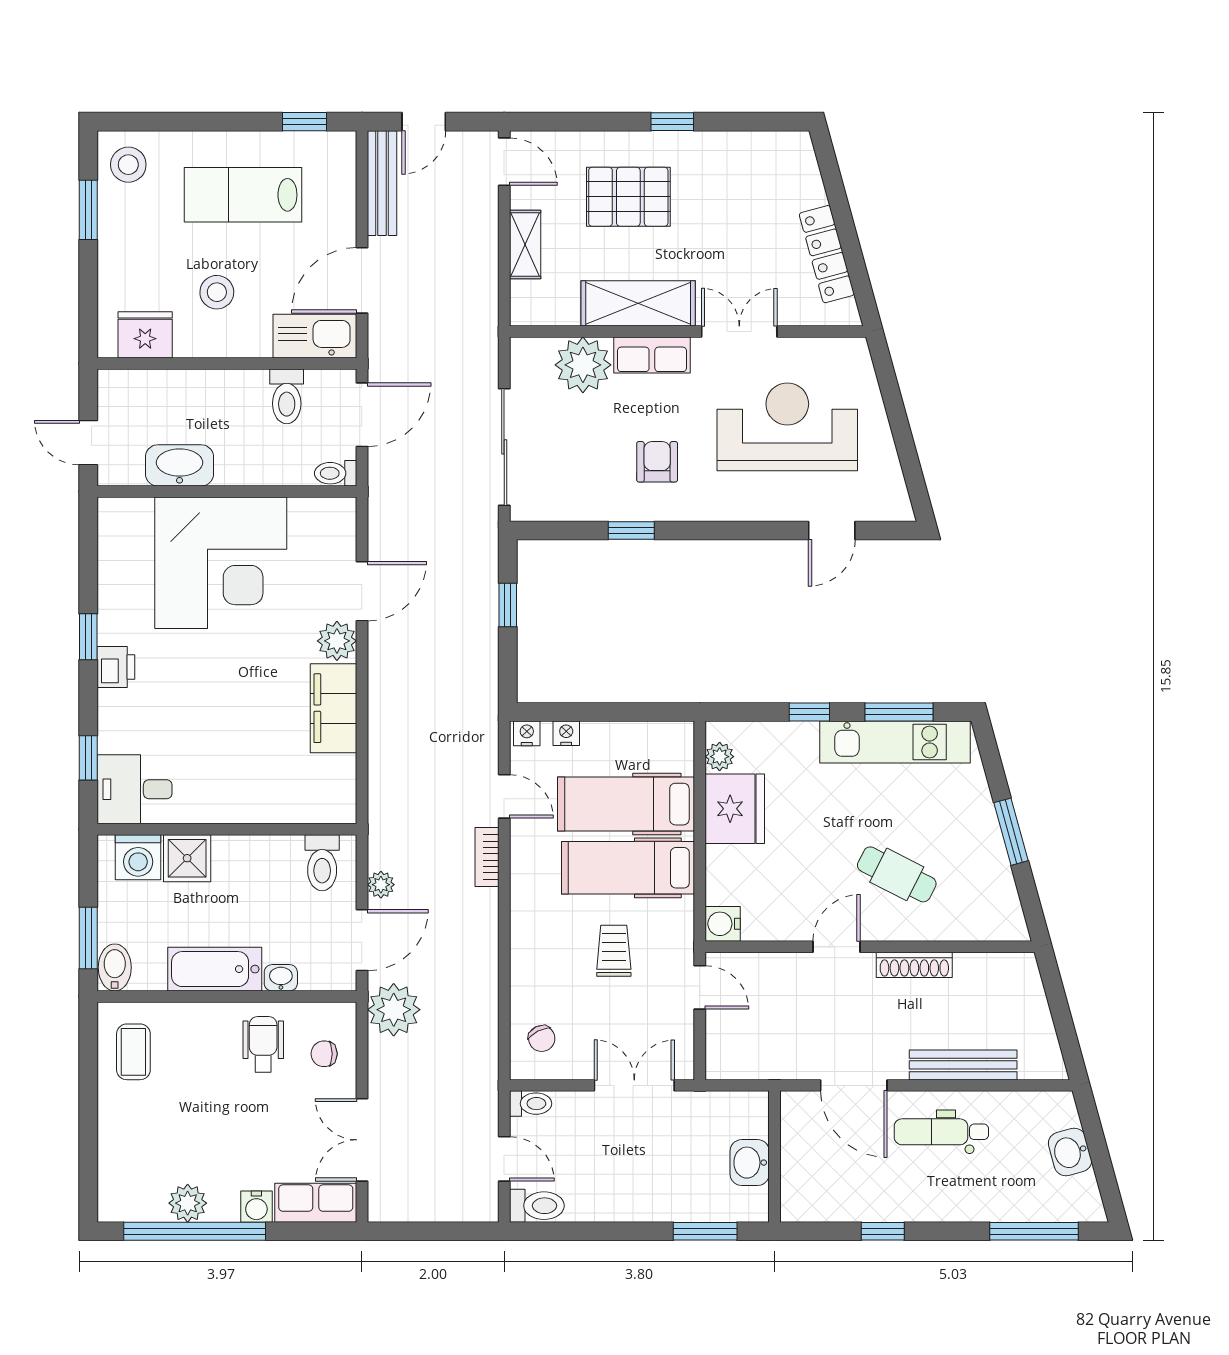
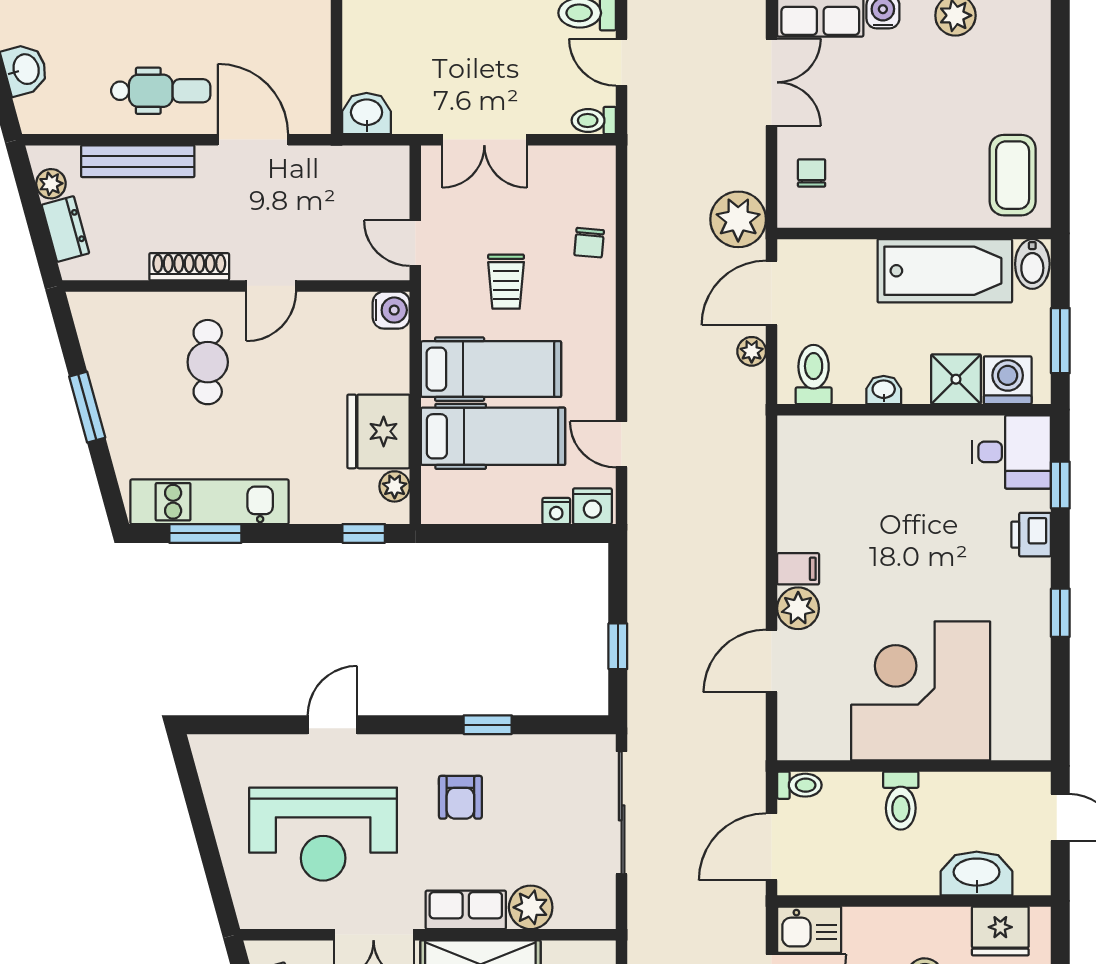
kitchen sink: (315, 336) -> (809, 930), width x0.73
plant: (583, 365) -> (531, 907), width x0.73, depth x0.73
toilet: (287, 396) -> (901, 801), moved, turned 180
washbasin: (180, 465) -> (977, 873), moved, turned 180
door: (832, 531) -> (332, 725), moved
printer: (116, 667) -> (1031, 535), moved
filing cabinet: (333, 708) -> (798, 569), width x0.33, depth x0.86
window: (809, 712) -> (364, 533), moved
nightstand: (527, 733) -> (592, 506), width x1.39, depth x1.35
bookcase: (487, 857) -> (640, 380), removed
cafe table: (897, 874) -> (208, 362), turned 63
window: (88, 938) -> (1060, 341), moved
bathtub: (215, 969) -> (945, 271), width x1.36, depth x1.36
washbasin: (281, 978) -> (884, 390), moved, turned 180
dresser: (1032, 1001) -> (65, 229), added
chair: (542, 1038) -> (589, 243), moved, turned -148
wheelchair: (263, 1044) -> (876, 183), removed
plant: (1045, 1044) -> (51, 184), added
coffee table: (133, 1052) -> (1013, 175), width x1.36, depth x1.30
chair: (324, 1054) -> (812, 173), turned -90
washbasin: (750, 1163) -> (367, 113), moved, turned -90

